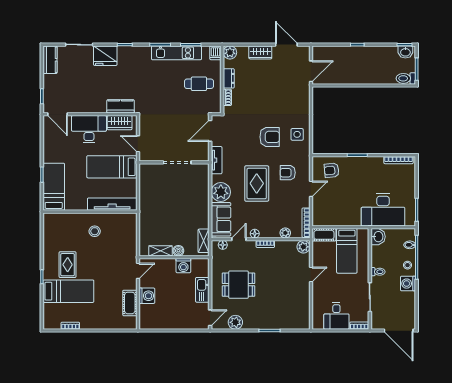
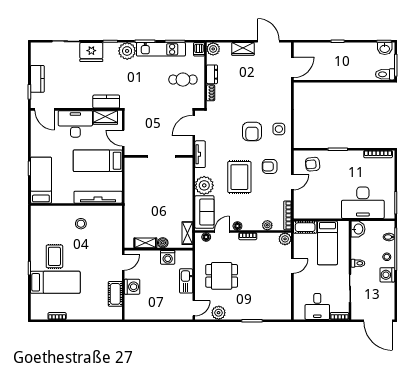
plant: (142, 55) -> (127, 51), added
kitchen counter: (50, 60) -> (37, 79), moved
armchair: (270, 137) -> (252, 132), turned 90

